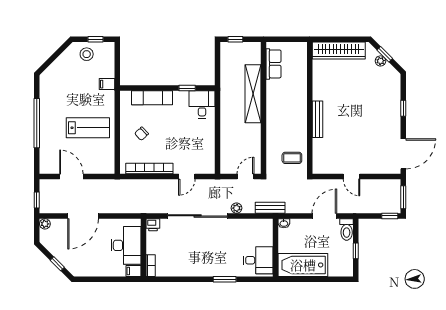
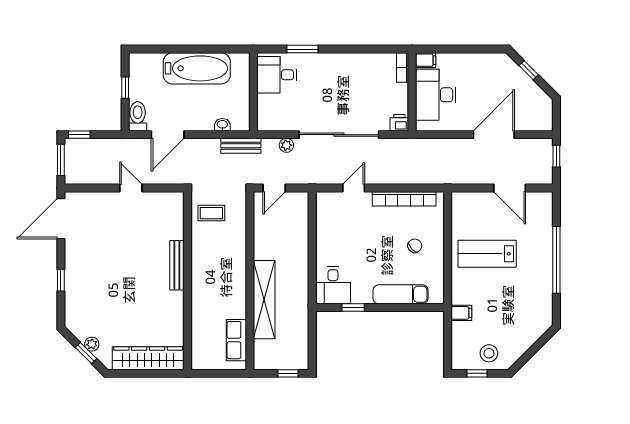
plant: (45, 224) -> (545, 124), removed
wall: (275, 248) -> (253, 92), moved
desk: (258, 260) -> (277, 75), moved

